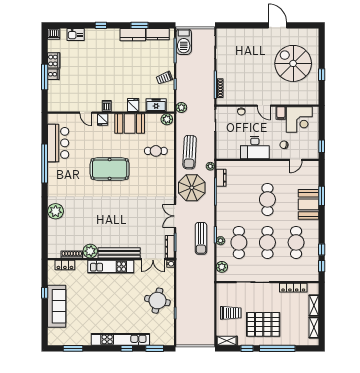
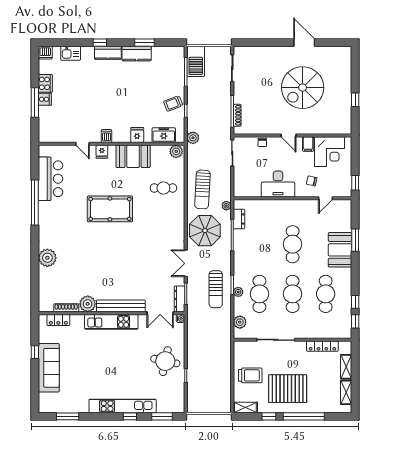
kitchen counter: (158, 34) -> (108, 53), moved
spiral stairs: (293, 63) -> (303, 88), moved, turned -90

